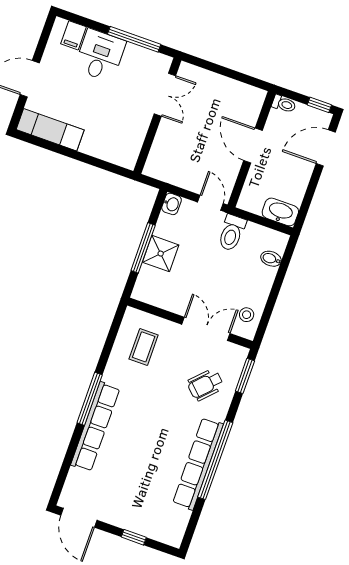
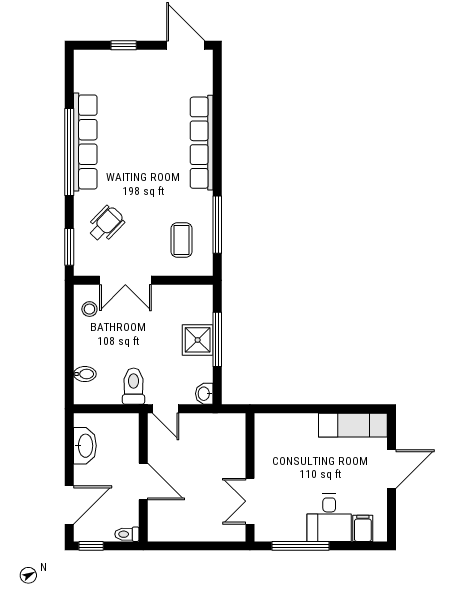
washbasin: (280, 212) -> (85, 446), moved, turned -90
window: (90, 399) -> (217, 225), moved

